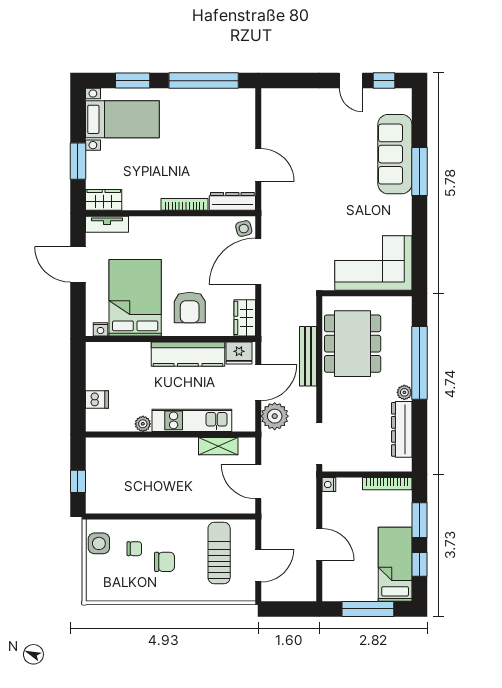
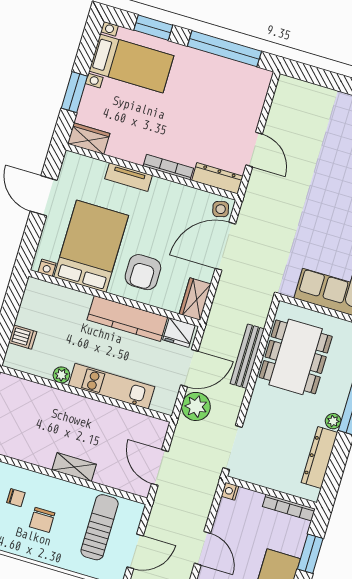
tv unit: (107, 224) -> (129, 177), moved
shelving: (218, 446) -> (74, 467), moved
chair: (165, 562) -> (42, 520), turned 90

